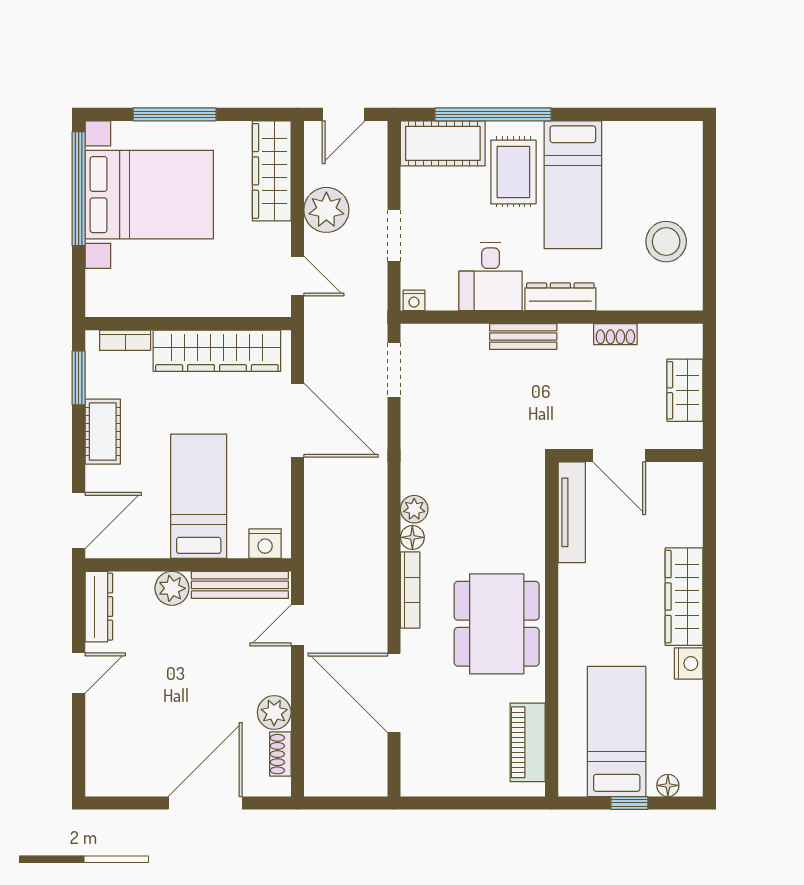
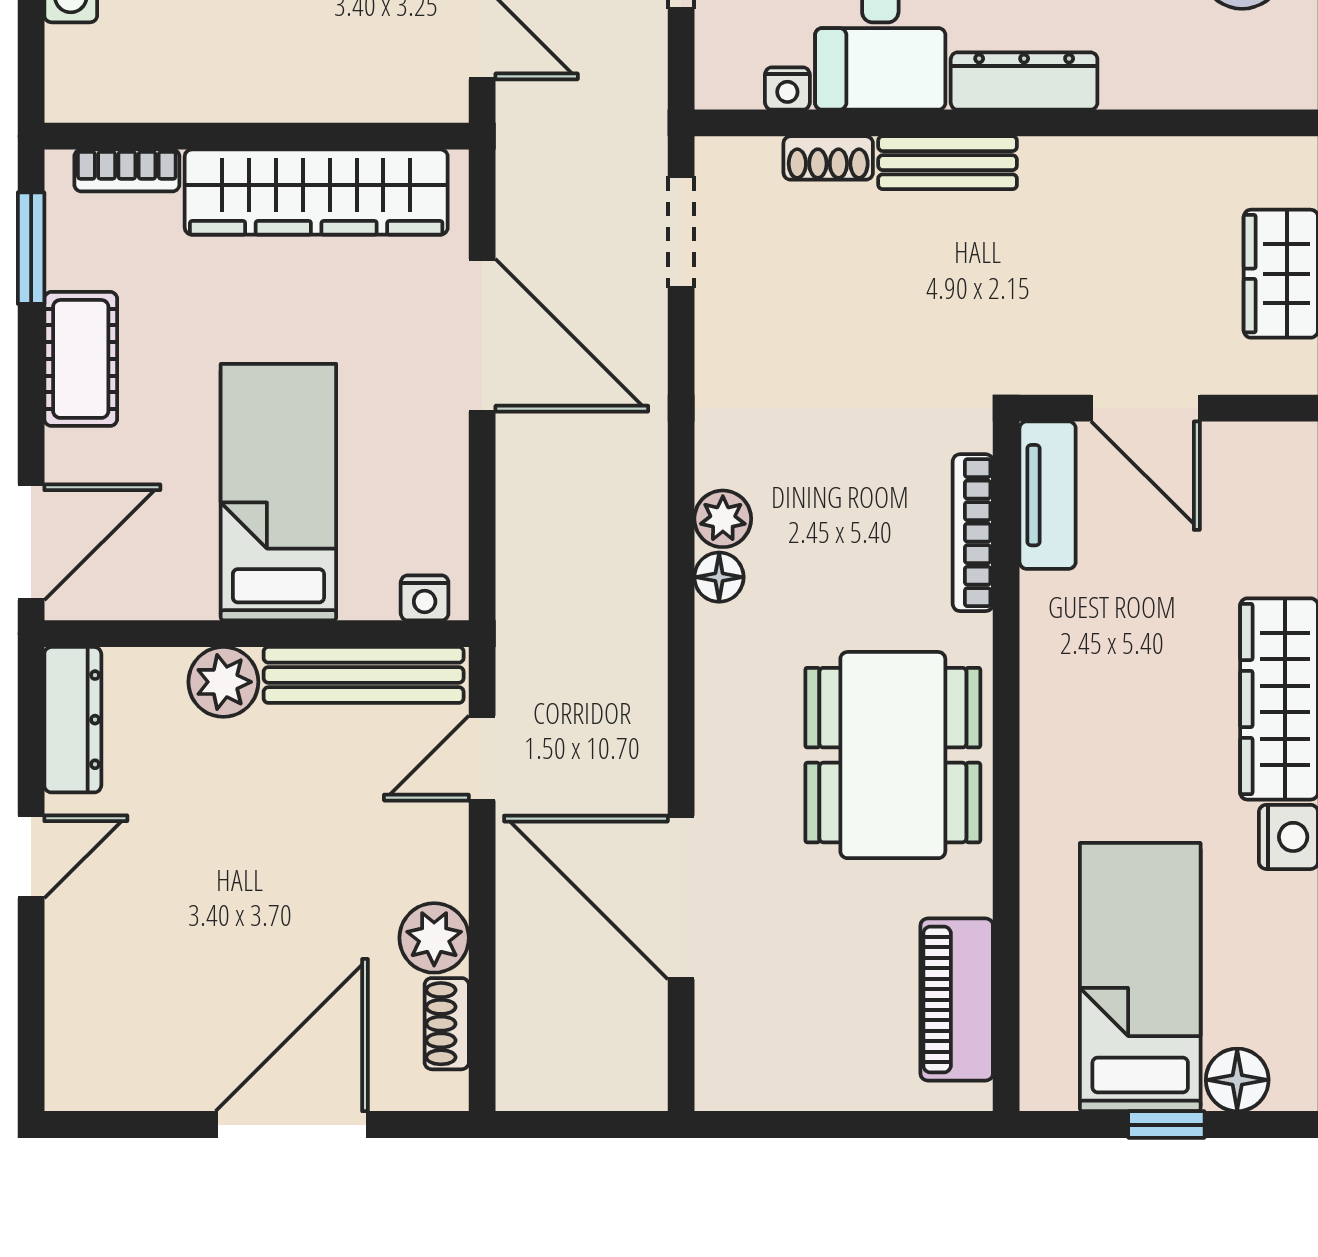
nightstand: (414, 300) -> (787, 88), moved
shoe rack: (615, 334) -> (828, 158), moved
tv unit: (572, 512) -> (1048, 495), width x0.71
nightstand: (265, 544) -> (425, 598), width x0.72, depth x0.74
bookcase: (410, 590) -> (973, 533), moved, turned 180
floor lamp: (668, 785) -> (1237, 1080), width x1.37, depth x1.37

